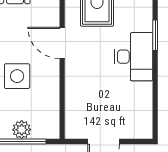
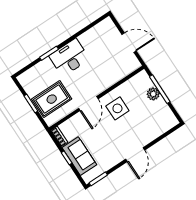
side table: (17, 76) -> (117, 108), moved

